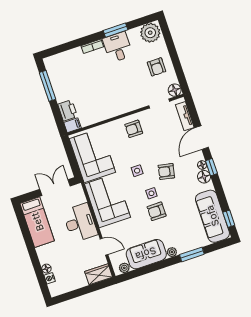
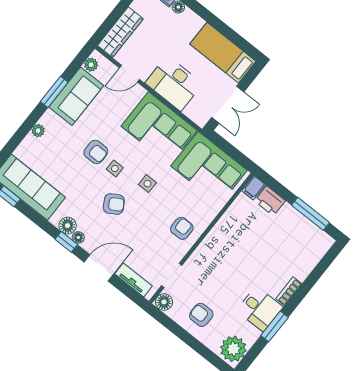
door: (201, 138) -> (99, 268), hinge flipped
armchair: (166, 172) -> (114, 204), turned 48
armchair: (157, 211) -> (96, 152), turned 90
plant: (172, 252) -> (38, 131), moved
window: (192, 254) -> (54, 92), moved
wardrobe: (99, 274) -> (120, 32), width x1.50

